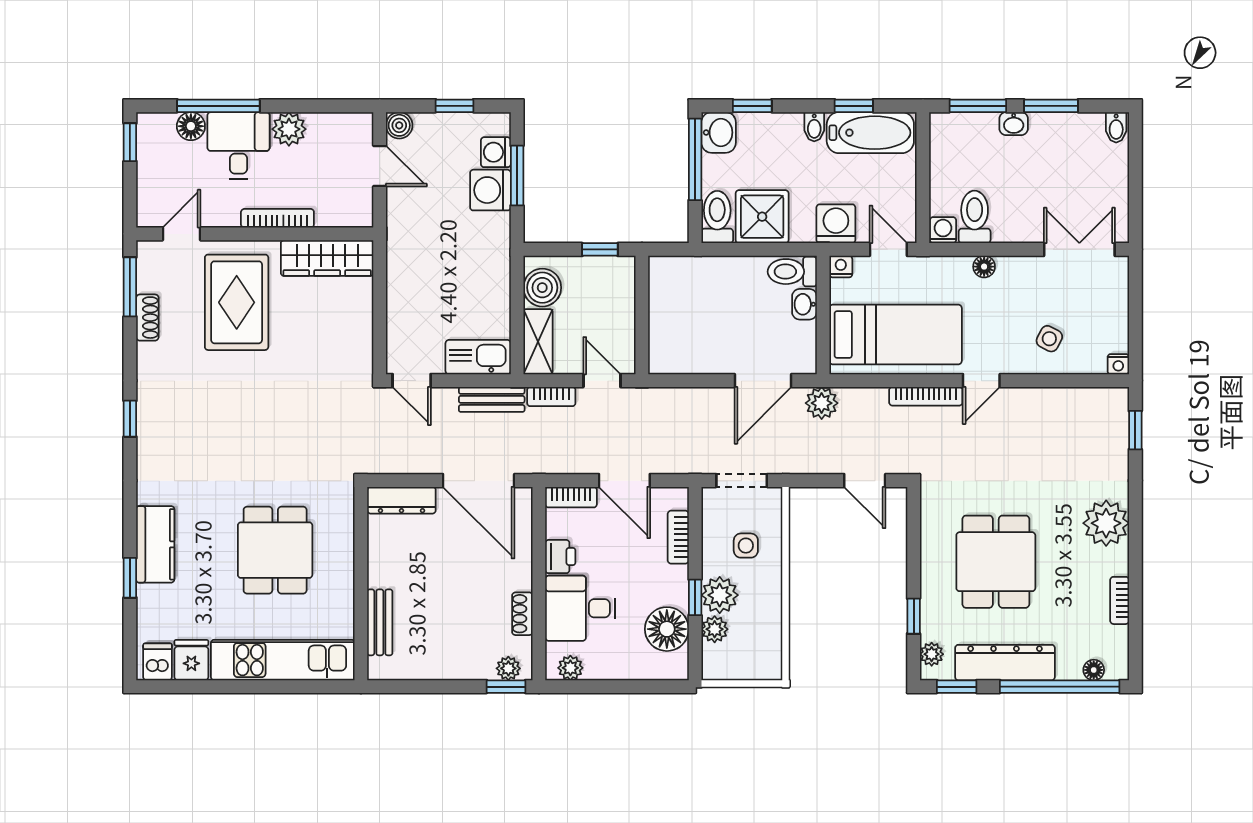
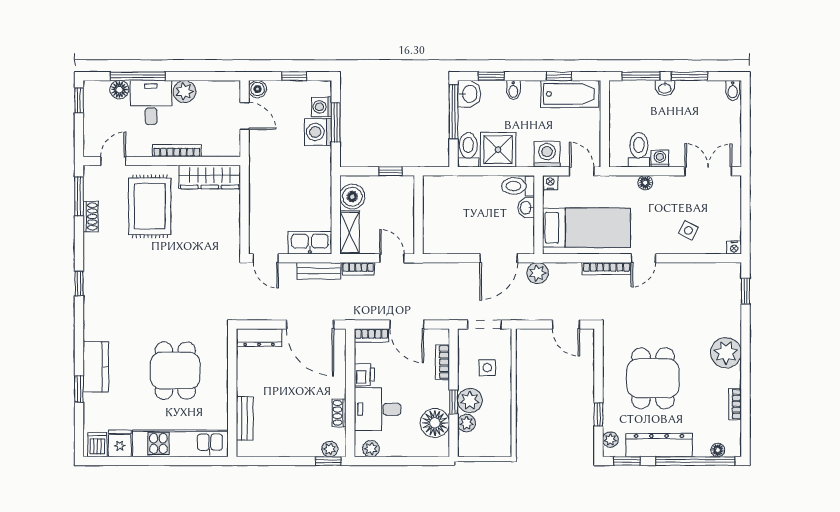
bidet: (814, 127) -> (513, 90), moved
washing machine: (943, 230) -> (660, 159), moved

